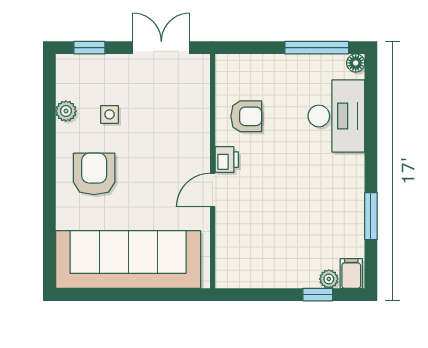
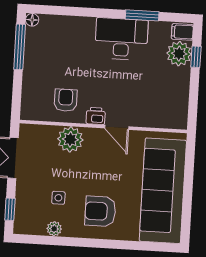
desk: (336, 116) -> (121, 39), moved
plant: (192, 126) -> (70, 139), added
plant: (329, 279) -> (179, 54), width x1.88, depth x1.88

